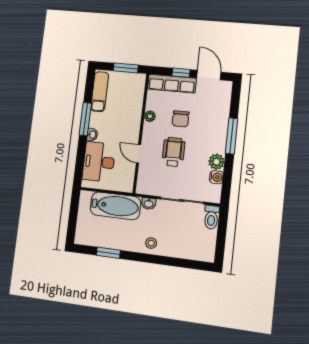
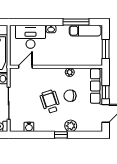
window: (85, 119) -> (76, 22), moved
window: (232, 136) -> (61, 135), width x0.46
wheelchair: (174, 152) -> (50, 102), moved, turned -108
door: (138, 154) -> (25, 67), moved
plant: (216, 162) -> (71, 126), moved

